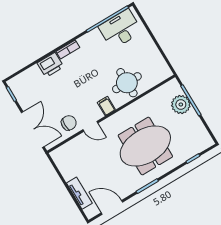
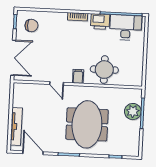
printer: (50, 65) -> (100, 22), moved
chair: (69, 123) -> (31, 25), moved
meeting table: (145, 146) -> (87, 124), turned 90
tv unit: (79, 193) -> (16, 126), width x1.41

